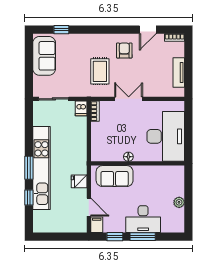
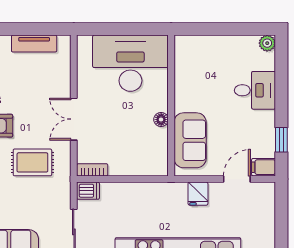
plant: (179, 202) -> (267, 43), moved
desk: (143, 219) -> (255, 90), width x0.73
window: (143, 237) -> (281, 98), removed

